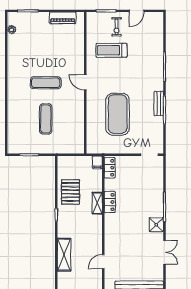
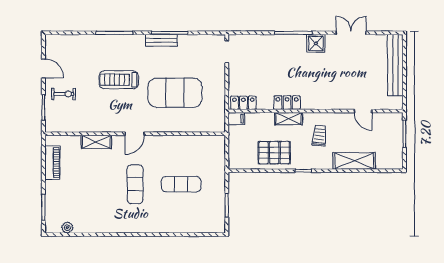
treadmill: (112, 50) -> (119, 80), moved, turned 90
shelving: (79, 52) -> (96, 142), added
trolley: (84, 227) -> (319, 136), added

